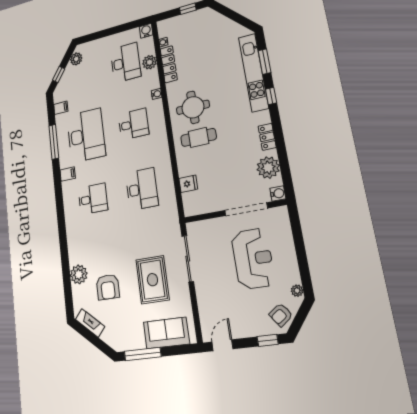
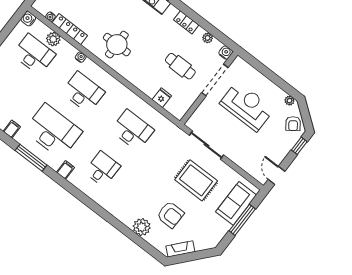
desk: (133, 124) -> (83, 92), width x1.37
cafe table: (199, 137) -> (180, 66), moved, turned 90
plant: (268, 168) -> (208, 38), width x0.53, depth x0.53
window: (143, 354) -> (242, 220), moved

